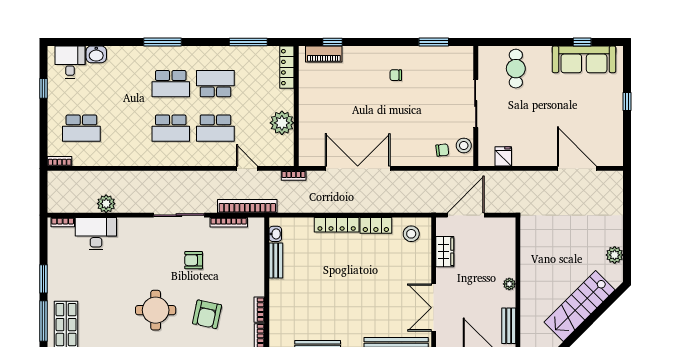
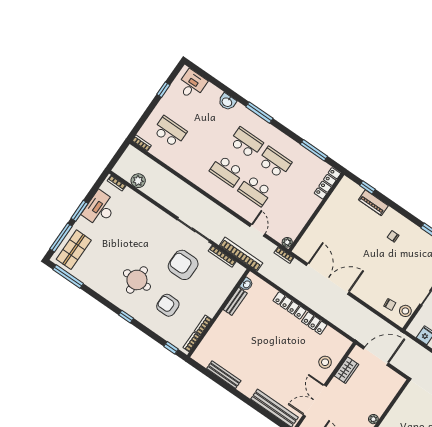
washbasin: (96, 54) -> (227, 102), moved
piano: (324, 54) -> (373, 203), moved
school desk: (171, 84) -> (246, 143), turned 180
plant: (282, 123) -> (287, 242), moved, width x0.53, depth x0.53
school desk: (81, 128) -> (170, 132), turned 180
plant: (106, 204) -> (138, 181), moved
desk: (96, 234) -> (100, 209), moved, turned -90
stool: (411, 234) -> (325, 362), moved
armchair: (194, 260) -> (183, 265), width x1.88, depth x1.88
armchair: (207, 314) -> (168, 305), turned 78

